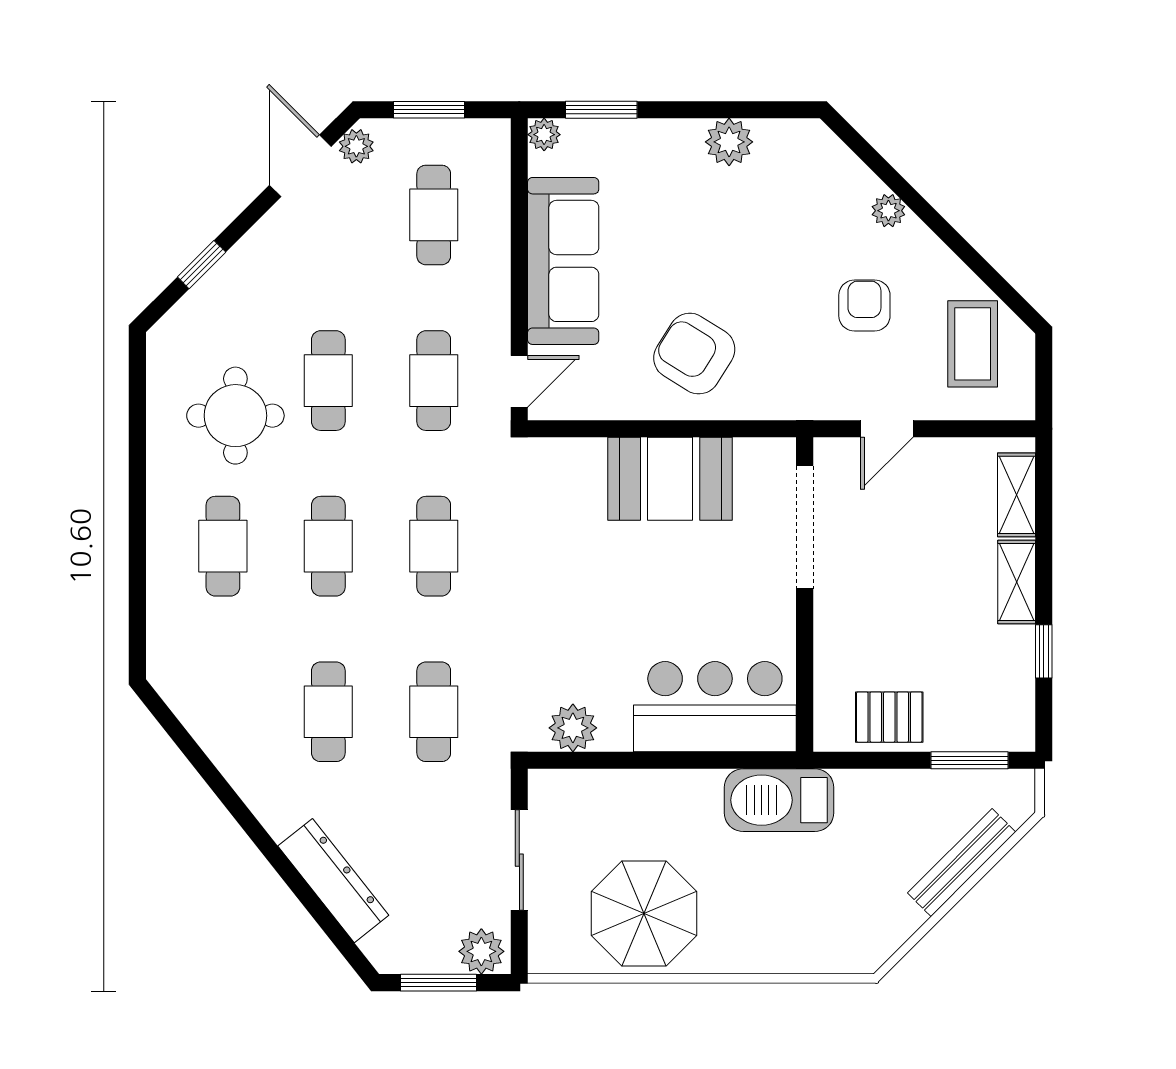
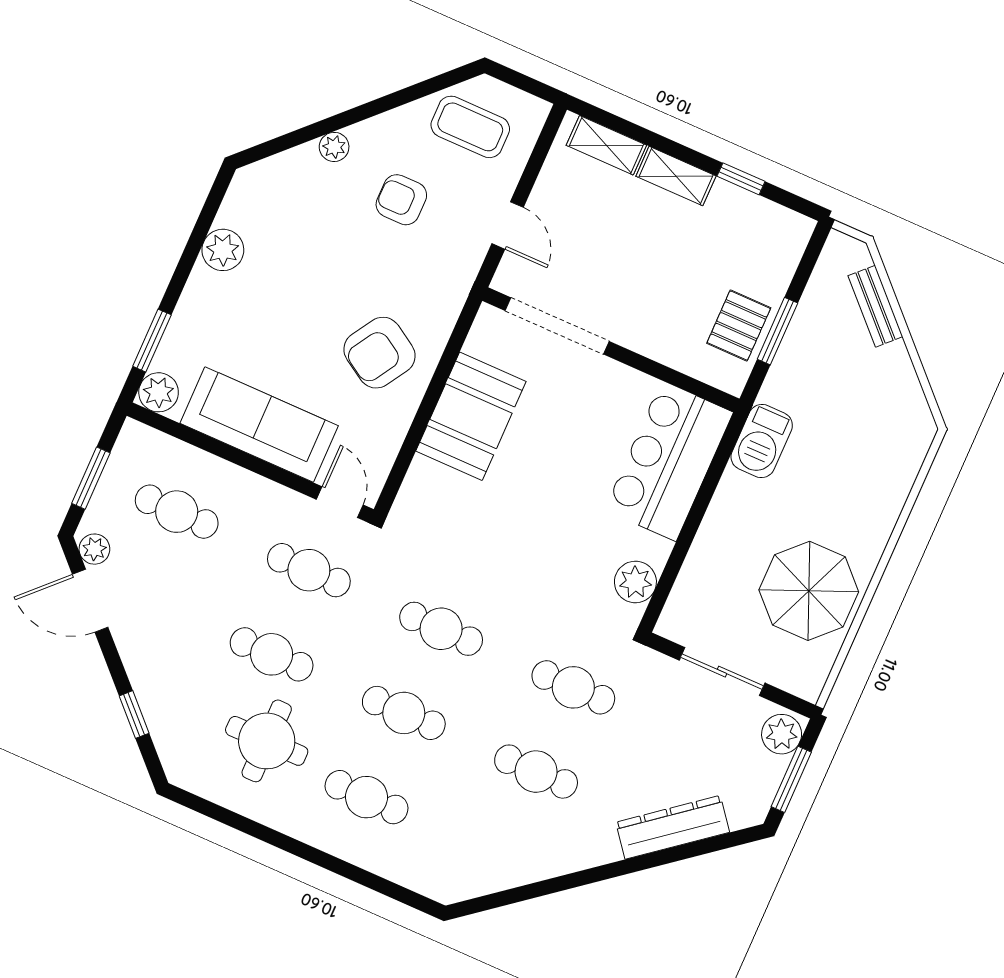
plant: (544, 135) -> (159, 392), width x1.38, depth x1.38
window: (969, 760) -> (777, 331), moved
barbecue: (779, 800) -> (762, 441), width x0.73, depth x0.83
bench: (962, 863) -> (875, 306), width x0.73

